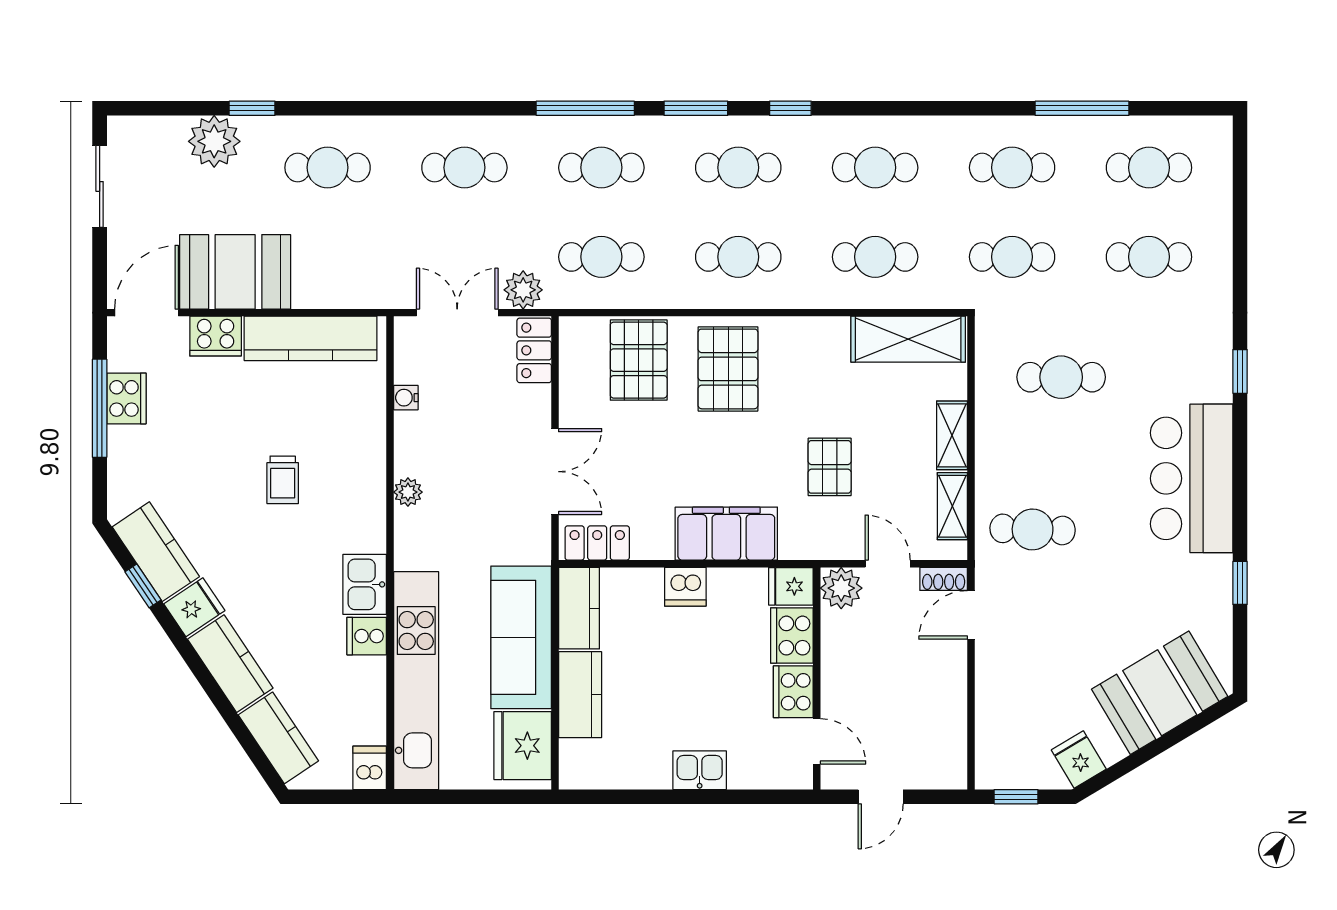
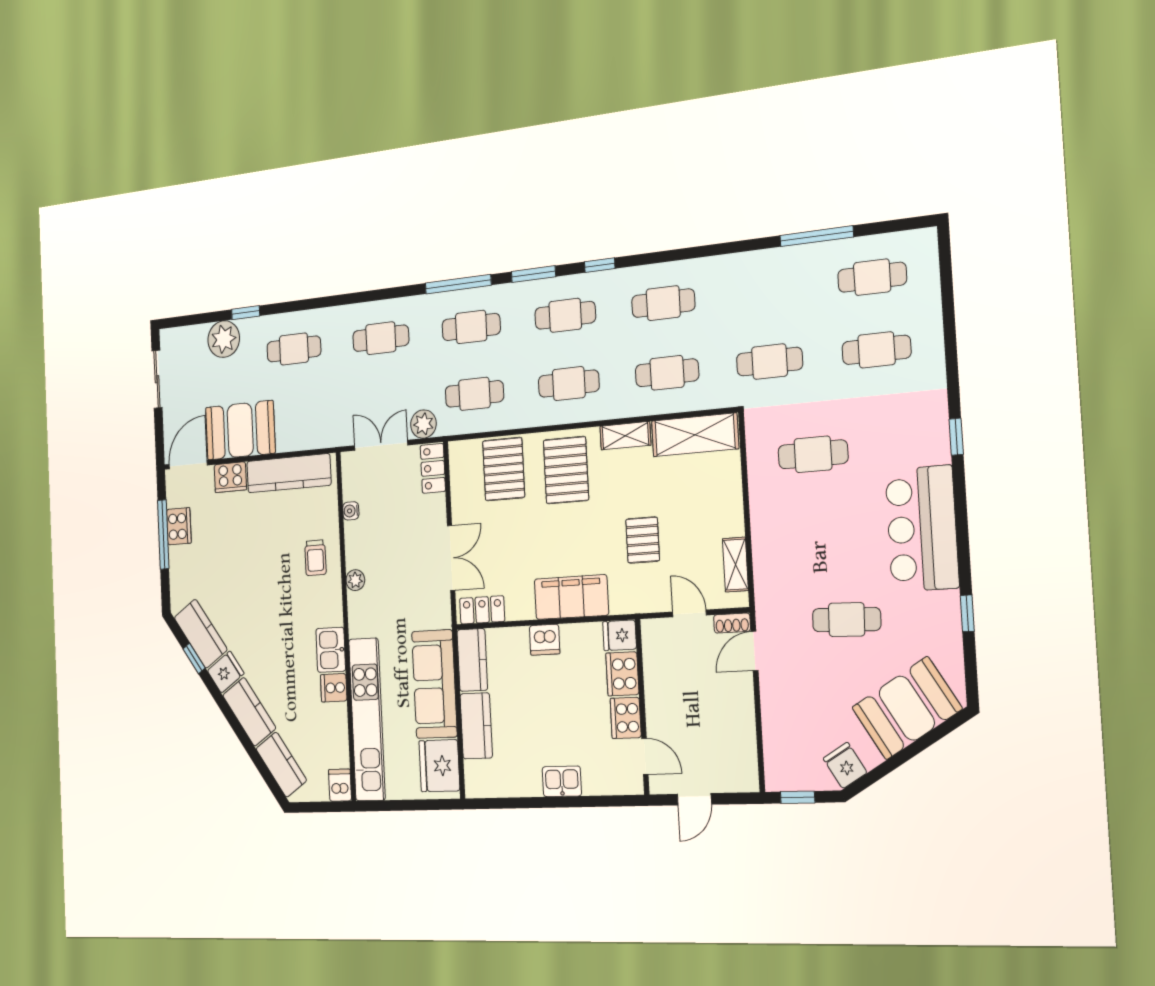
cafe table: (1012, 168) -> (765, 290), removed
shelving: (952, 435) -> (625, 436), moved, turned 90
trolley: (283, 480) -> (315, 558), moved
cafe table: (1033, 529) -> (847, 620), moved
plant: (841, 588) -> (656, 635), removed

